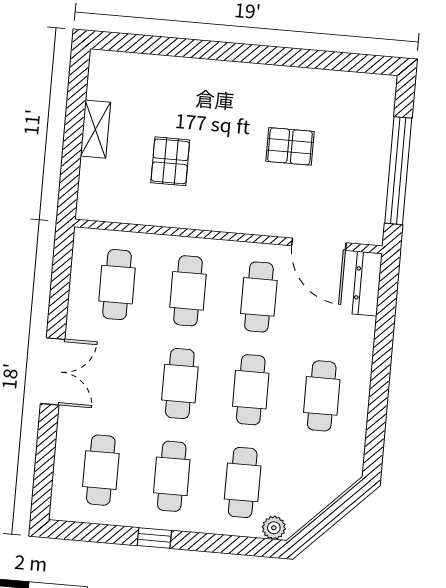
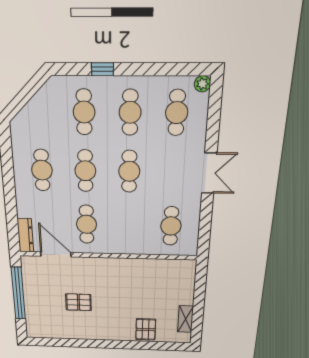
shelving: (95, 129) -> (186, 319), moved
pallet: (170, 161) -> (146, 329), moved
cafe table: (188, 291) -> (128, 225), removed
double door: (53, 371) -> (209, 173), swing flipped
plant: (274, 528) -> (202, 84), moved
window: (154, 538) -> (102, 69), moved

